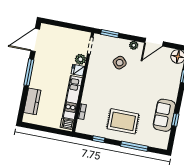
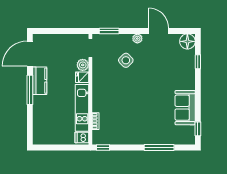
door: (154, 42) -> (159, 31), swing flipped
kitchen counter: (32, 101) -> (40, 81), moved
window: (175, 120) -> (198, 129), moved
rug: (123, 121) -> (142, 123), removed
window: (99, 139) -> (103, 147), moved

